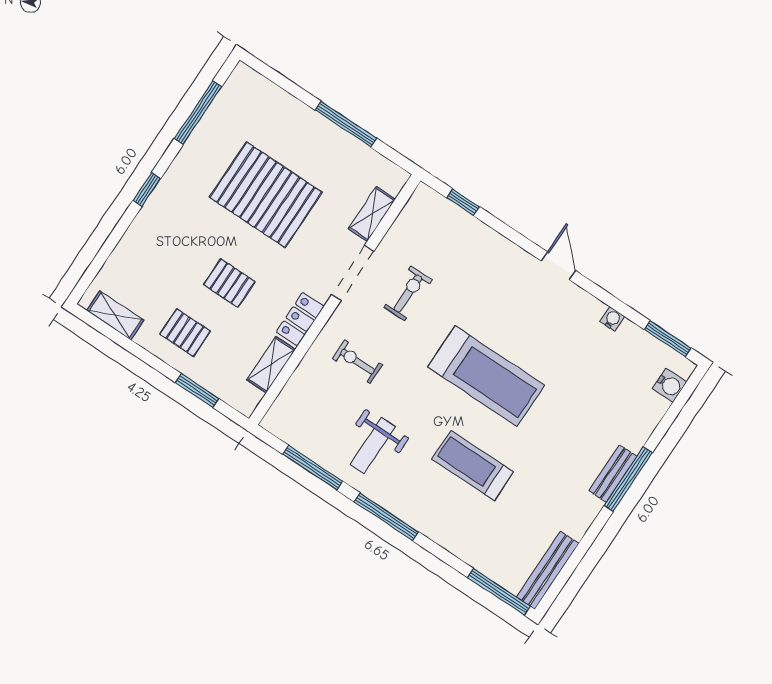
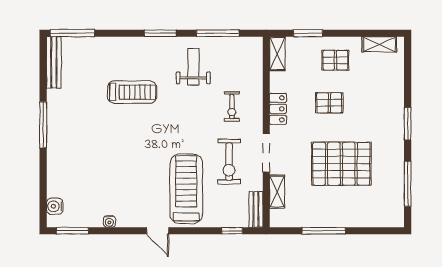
window: (147, 189) -> (408, 124), width x1.50
exercise bike: (408, 293) -> (229, 162), width x1.38, depth x1.39
exercise bike: (357, 362) -> (232, 107), turned 90
shelving: (271, 365) -> (277, 54), moved
treadmill: (486, 376) -> (186, 189), moved, turned 90
bench: (613, 474) -> (256, 209), moved
window: (628, 479) -> (43, 125), moved
window: (386, 517) -> (160, 33), width x0.69

